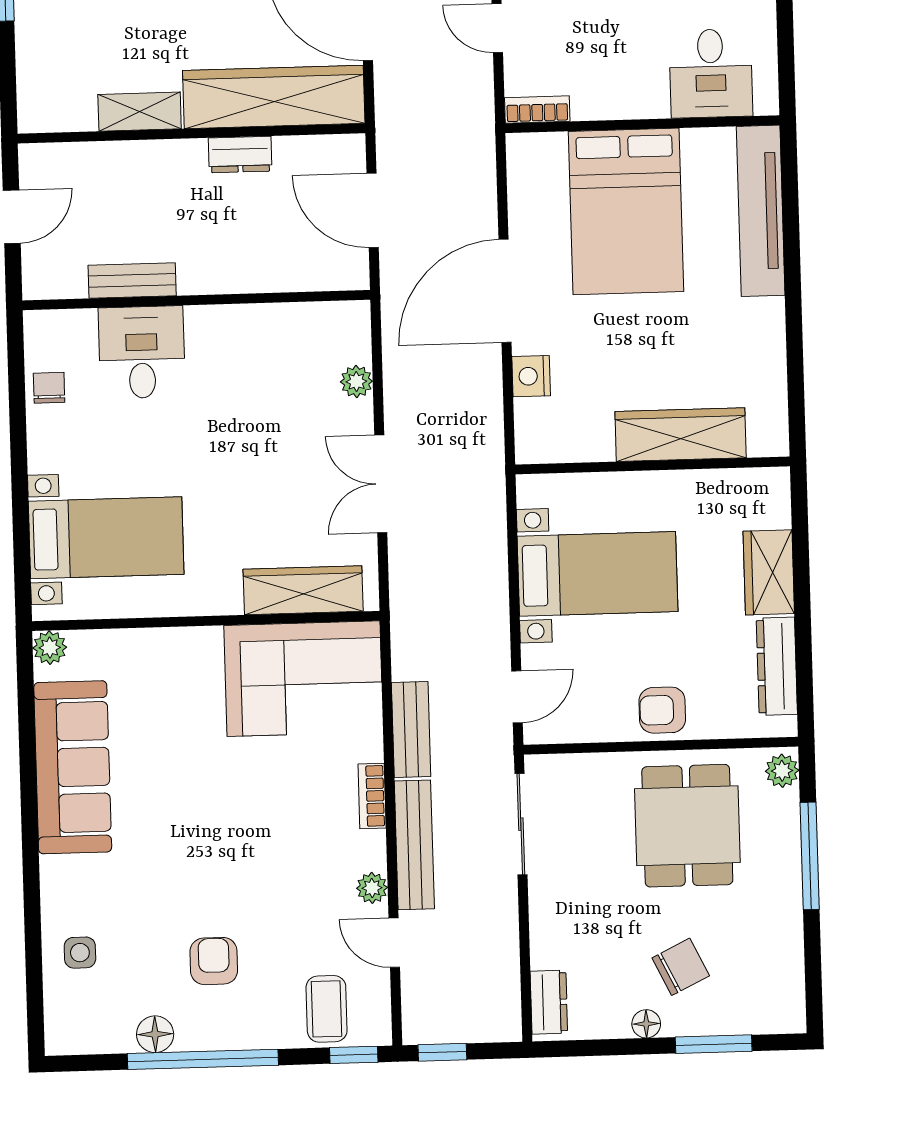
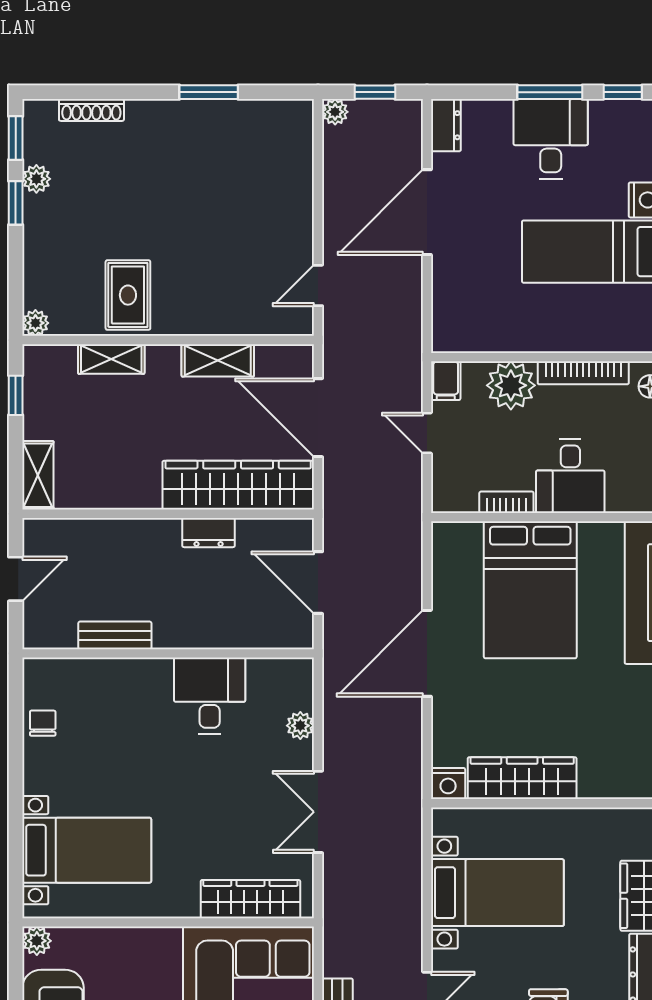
desk: (711, 73) -> (570, 476), moved
bookcase: (537, 110) -> (506, 502), moved
shelving: (140, 112) -> (38, 475), moved, turned 90
desk: (142, 352) -> (210, 696), moved
nightstand: (531, 376) -> (448, 783), moved, turned -90
wardrobe: (681, 435) -> (522, 778), moved

